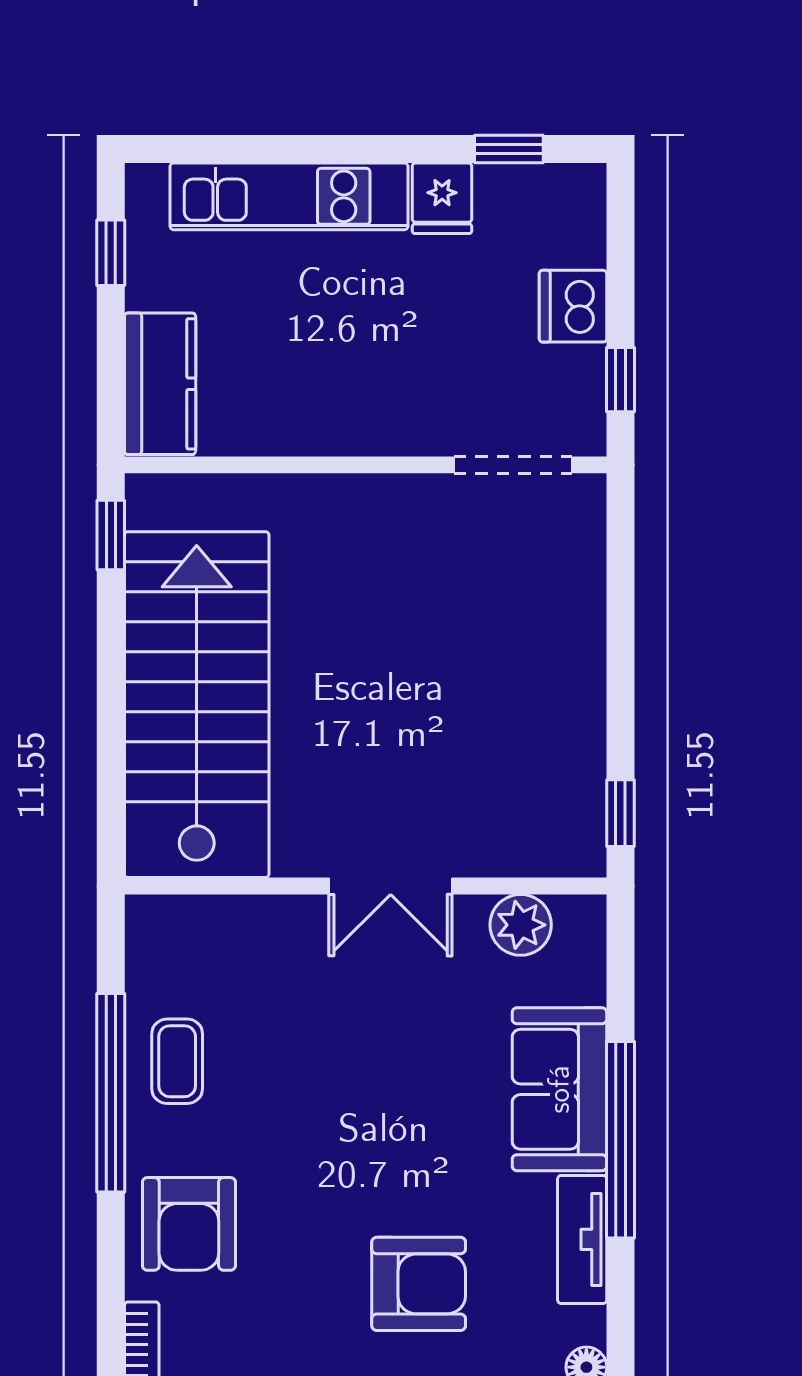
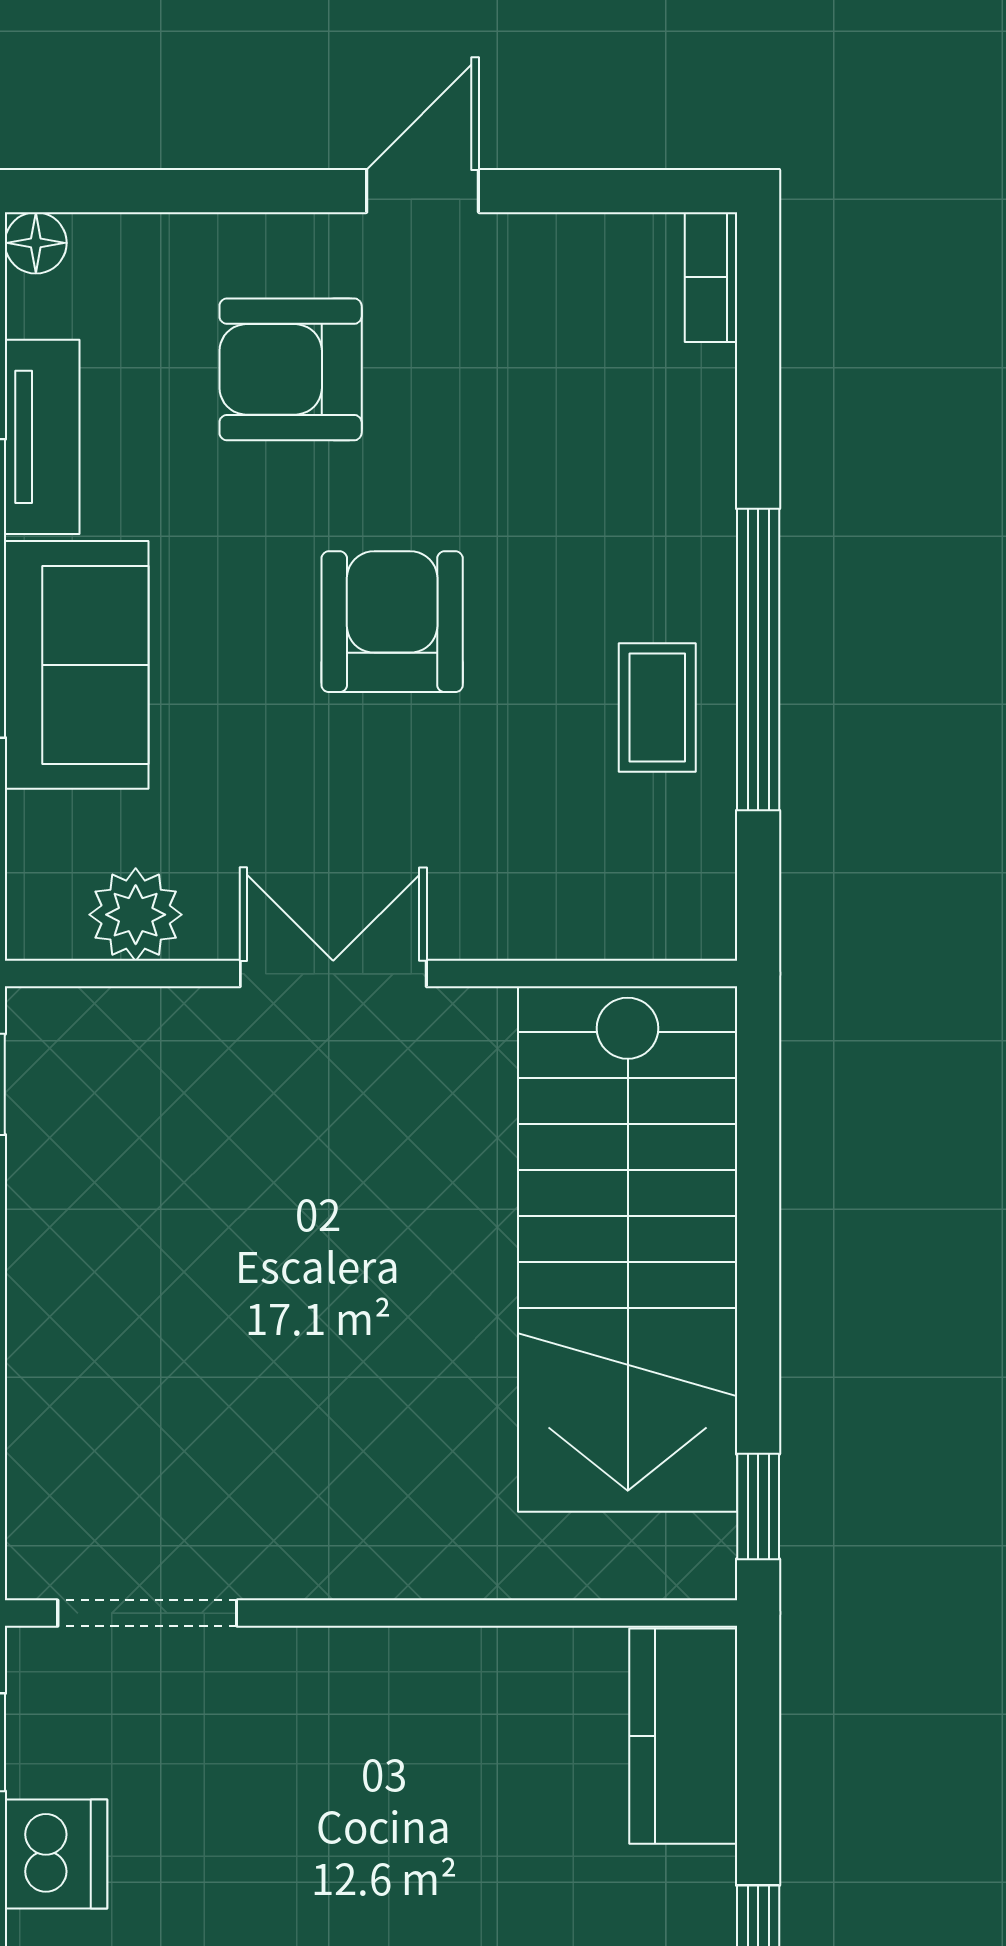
armchair: (189, 1224) -> (392, 622), moved

